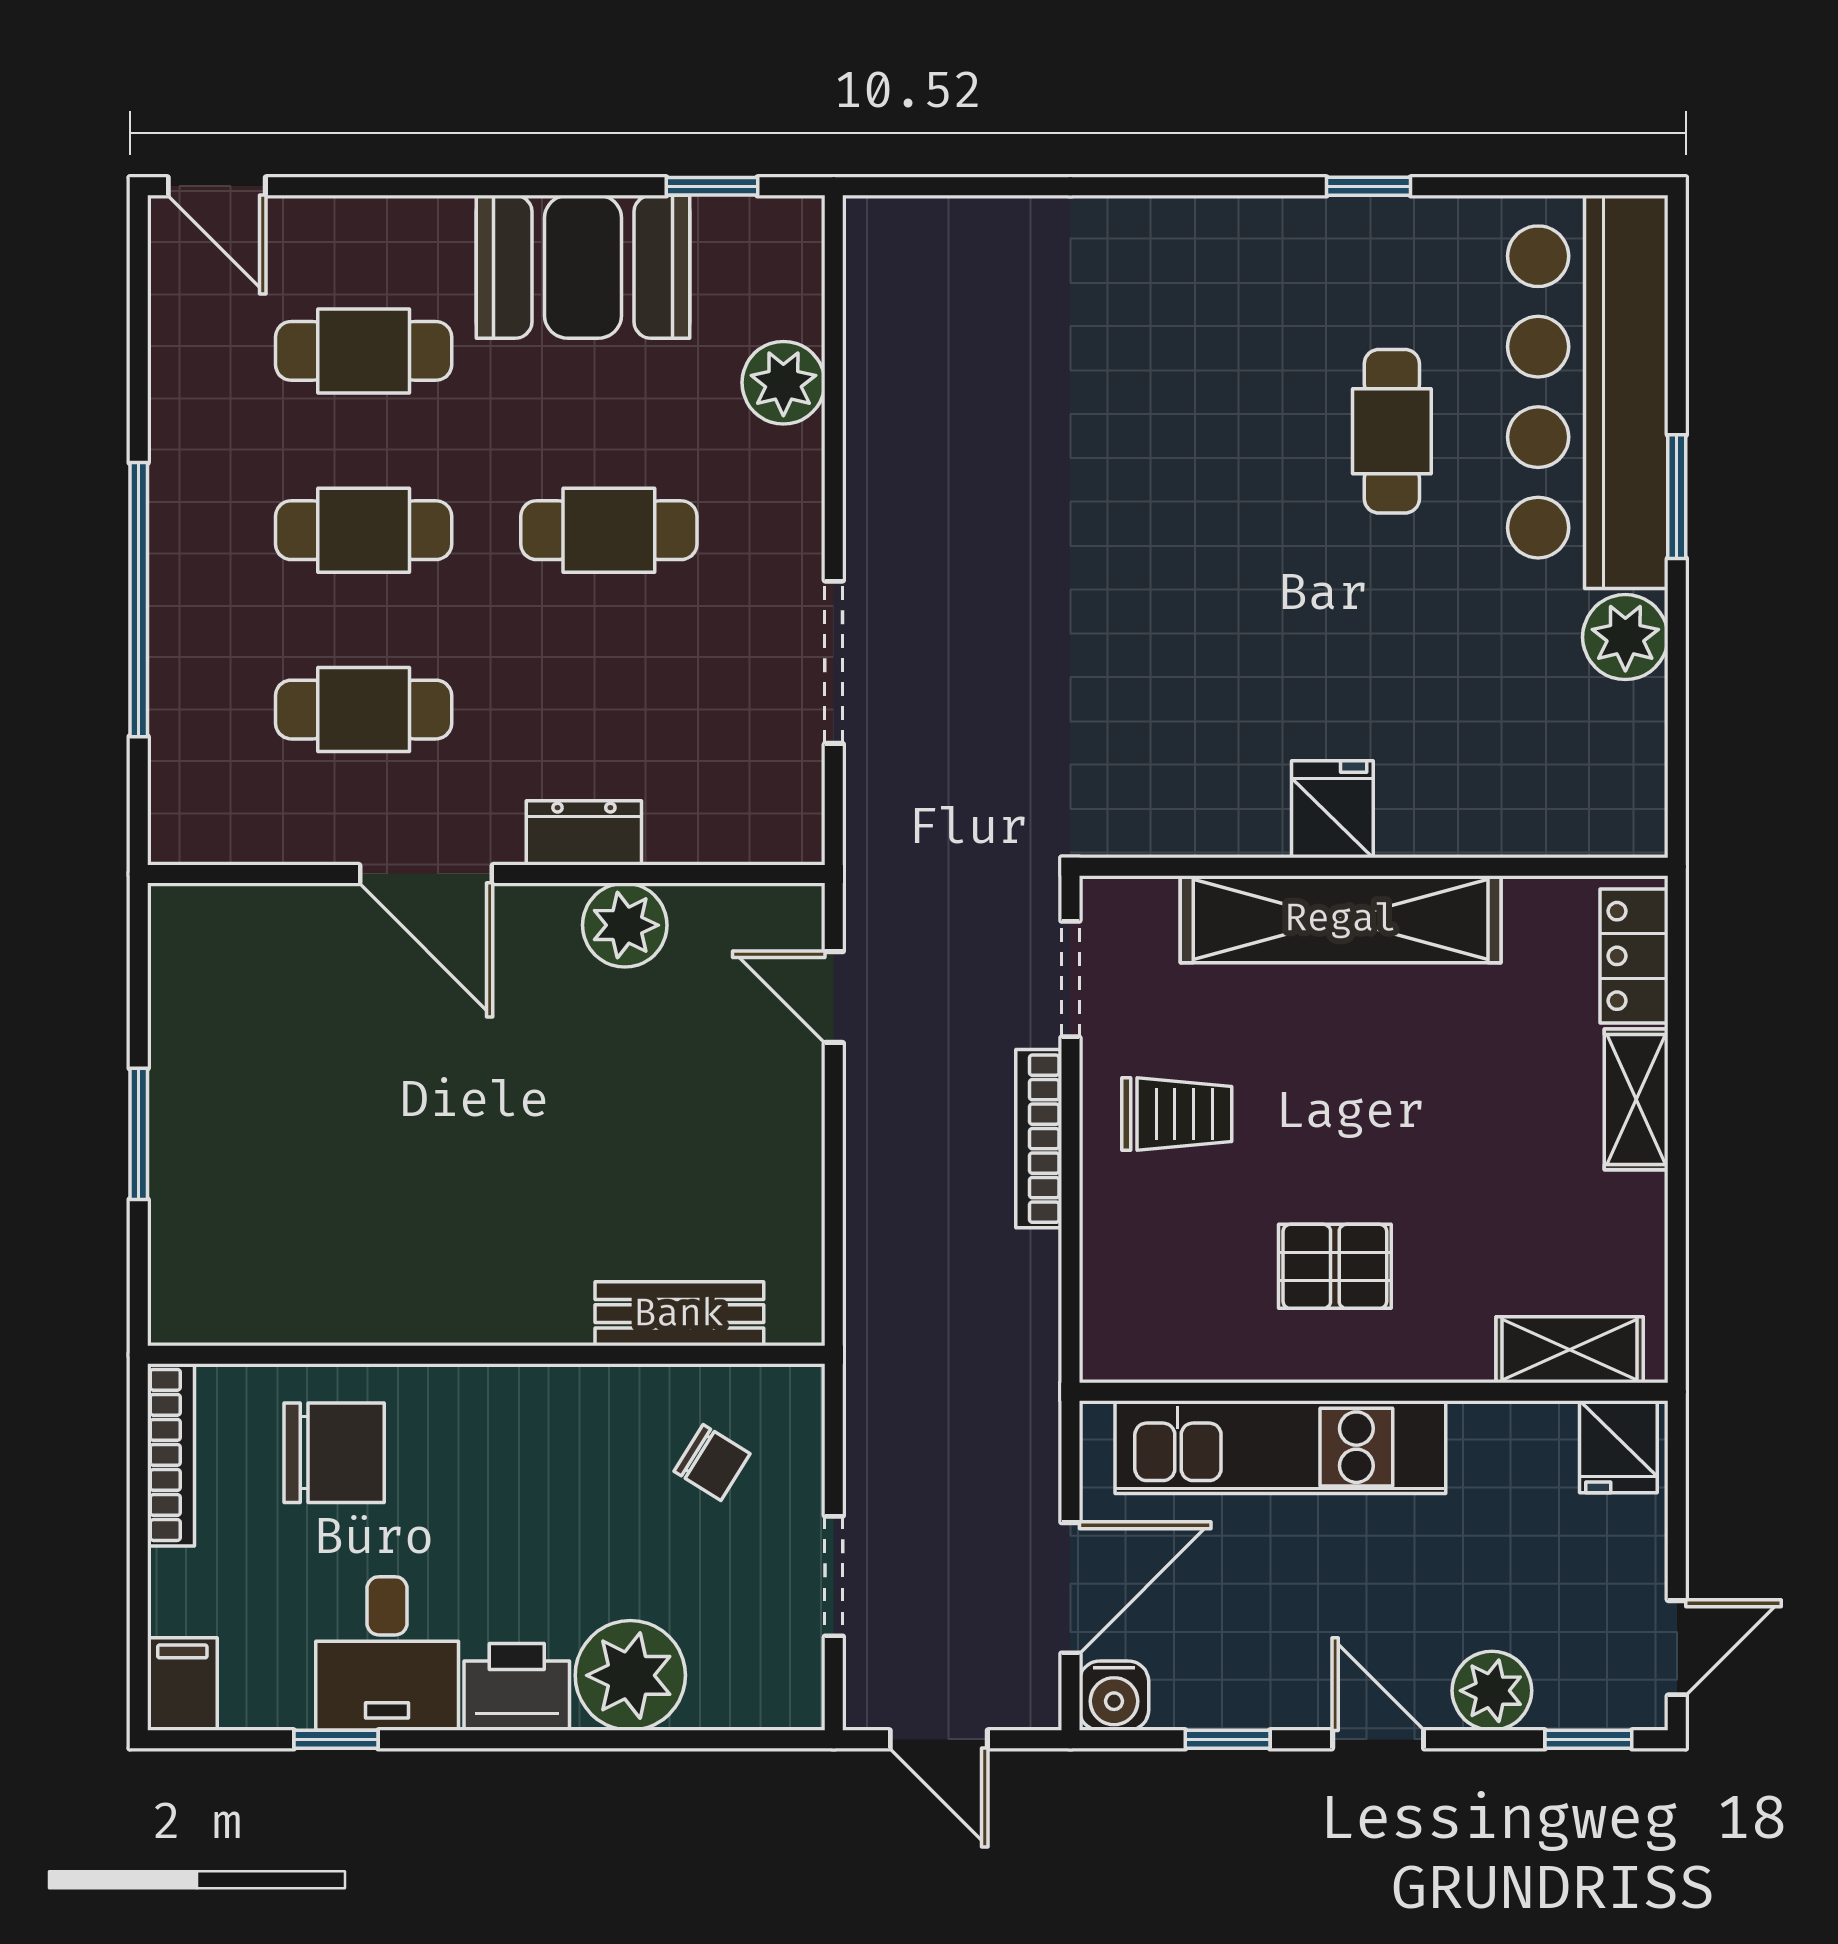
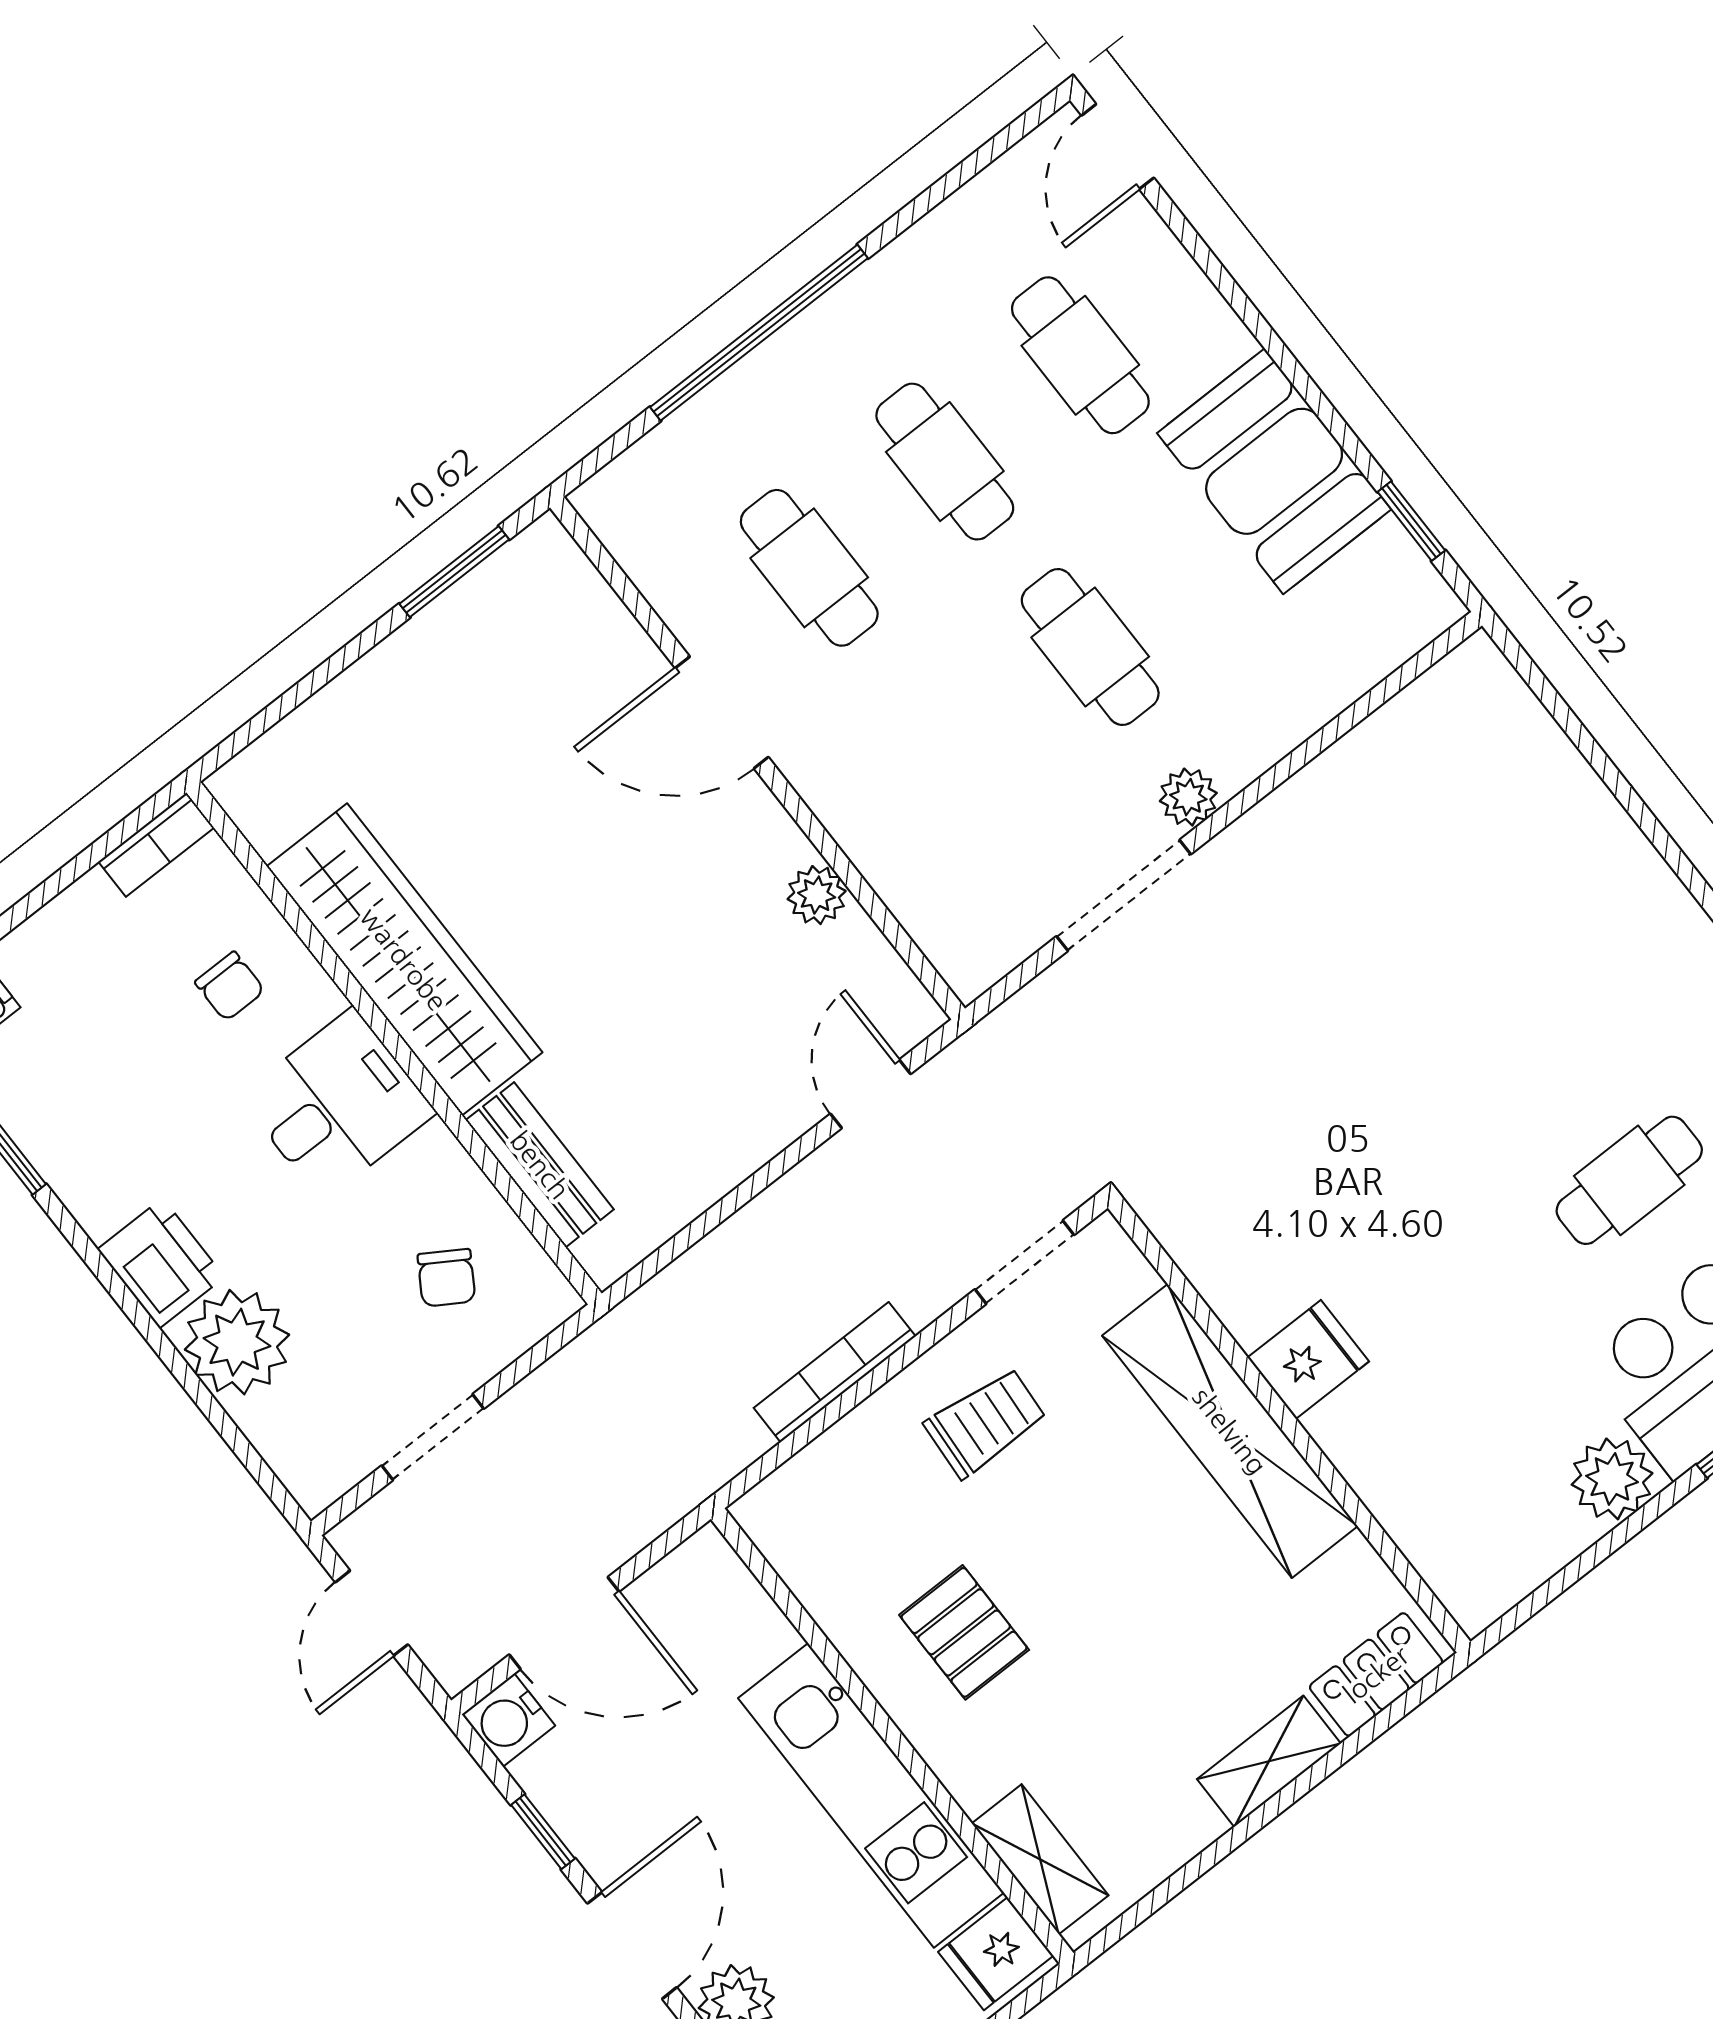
plant: (783, 383) -> (1188, 797), moved, width x0.73, depth x0.73
dresser: (584, 833) -> (847, 808), removed
door: (426, 874) -> (722, 713), hinge flipped
plant: (625, 925) -> (817, 895), width x0.73, depth x0.73
trolley: (1177, 1114) -> (985, 1422), turned -86
window: (139, 1134) -> (454, 572), moved
bookcase: (1039, 1139) -> (835, 1372), moved
wardrobe: (424, 1292) -> (404, 959), added
kitchen unit: (1280, 1447) -> (871, 1795), moved
chair: (334, 1453) -> (230, 986), width x0.54, depth x0.54
bookcase: (171, 1455) -> (156, 845), width x0.64
desk: (387, 1654) -> (337, 1104), moved, turned 180
door: (1378, 1739) -> (632, 1945), width x1.38

